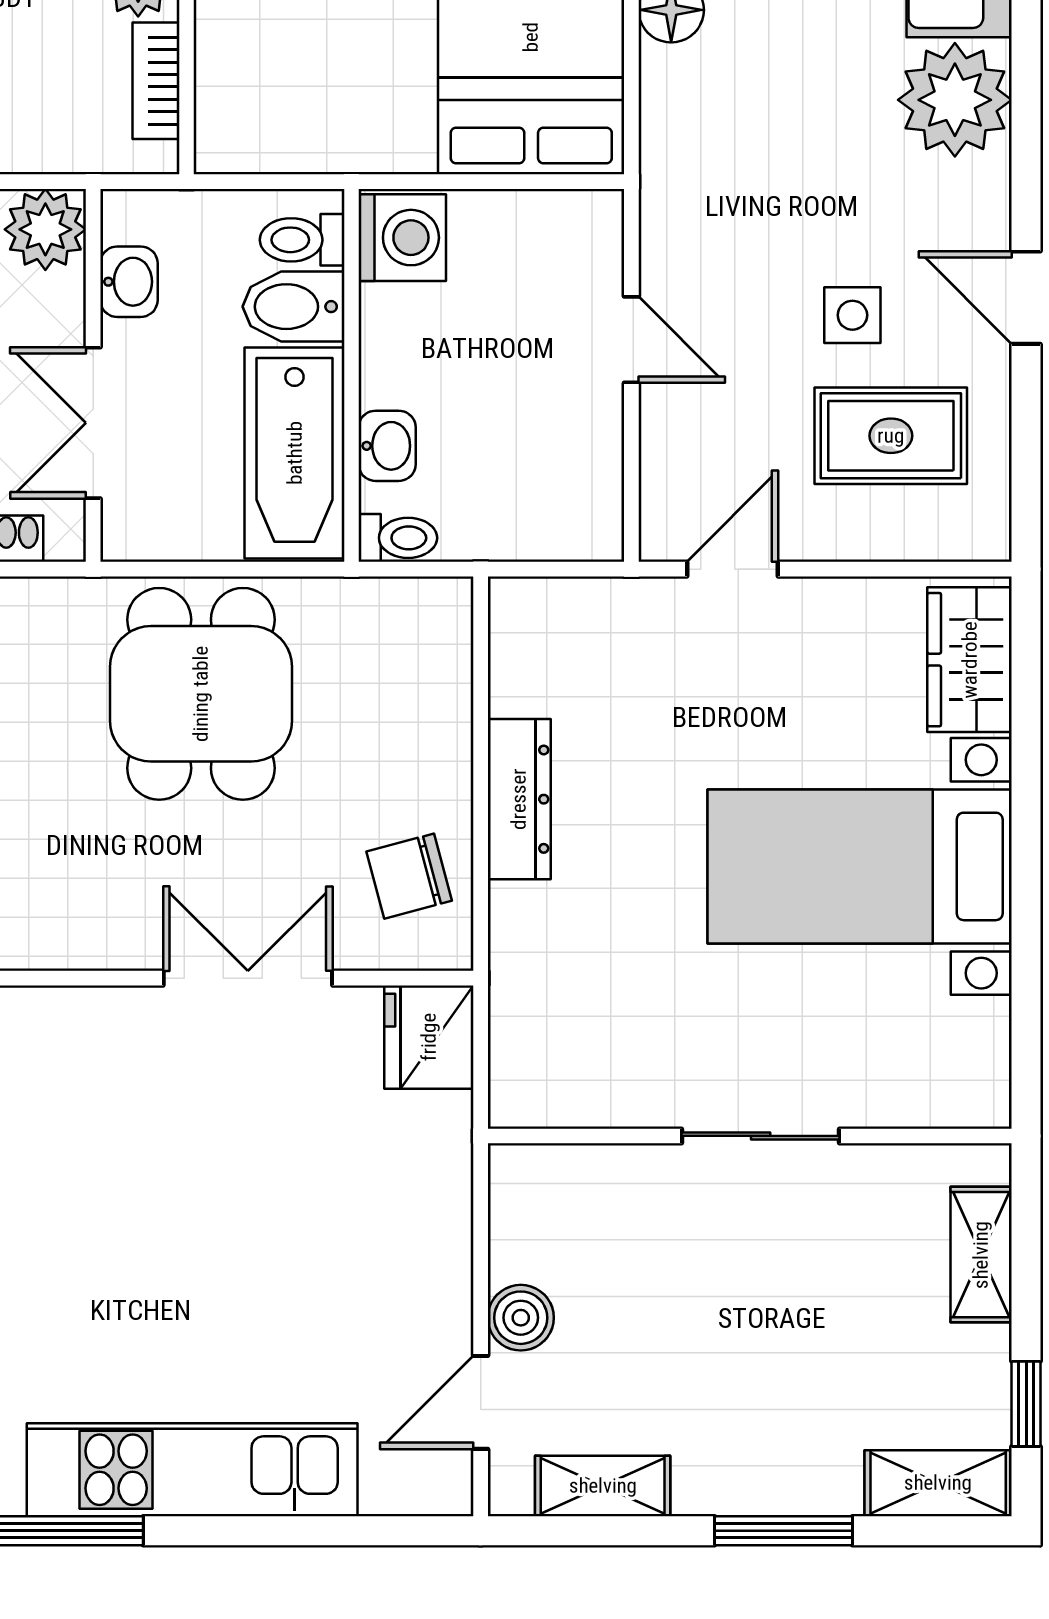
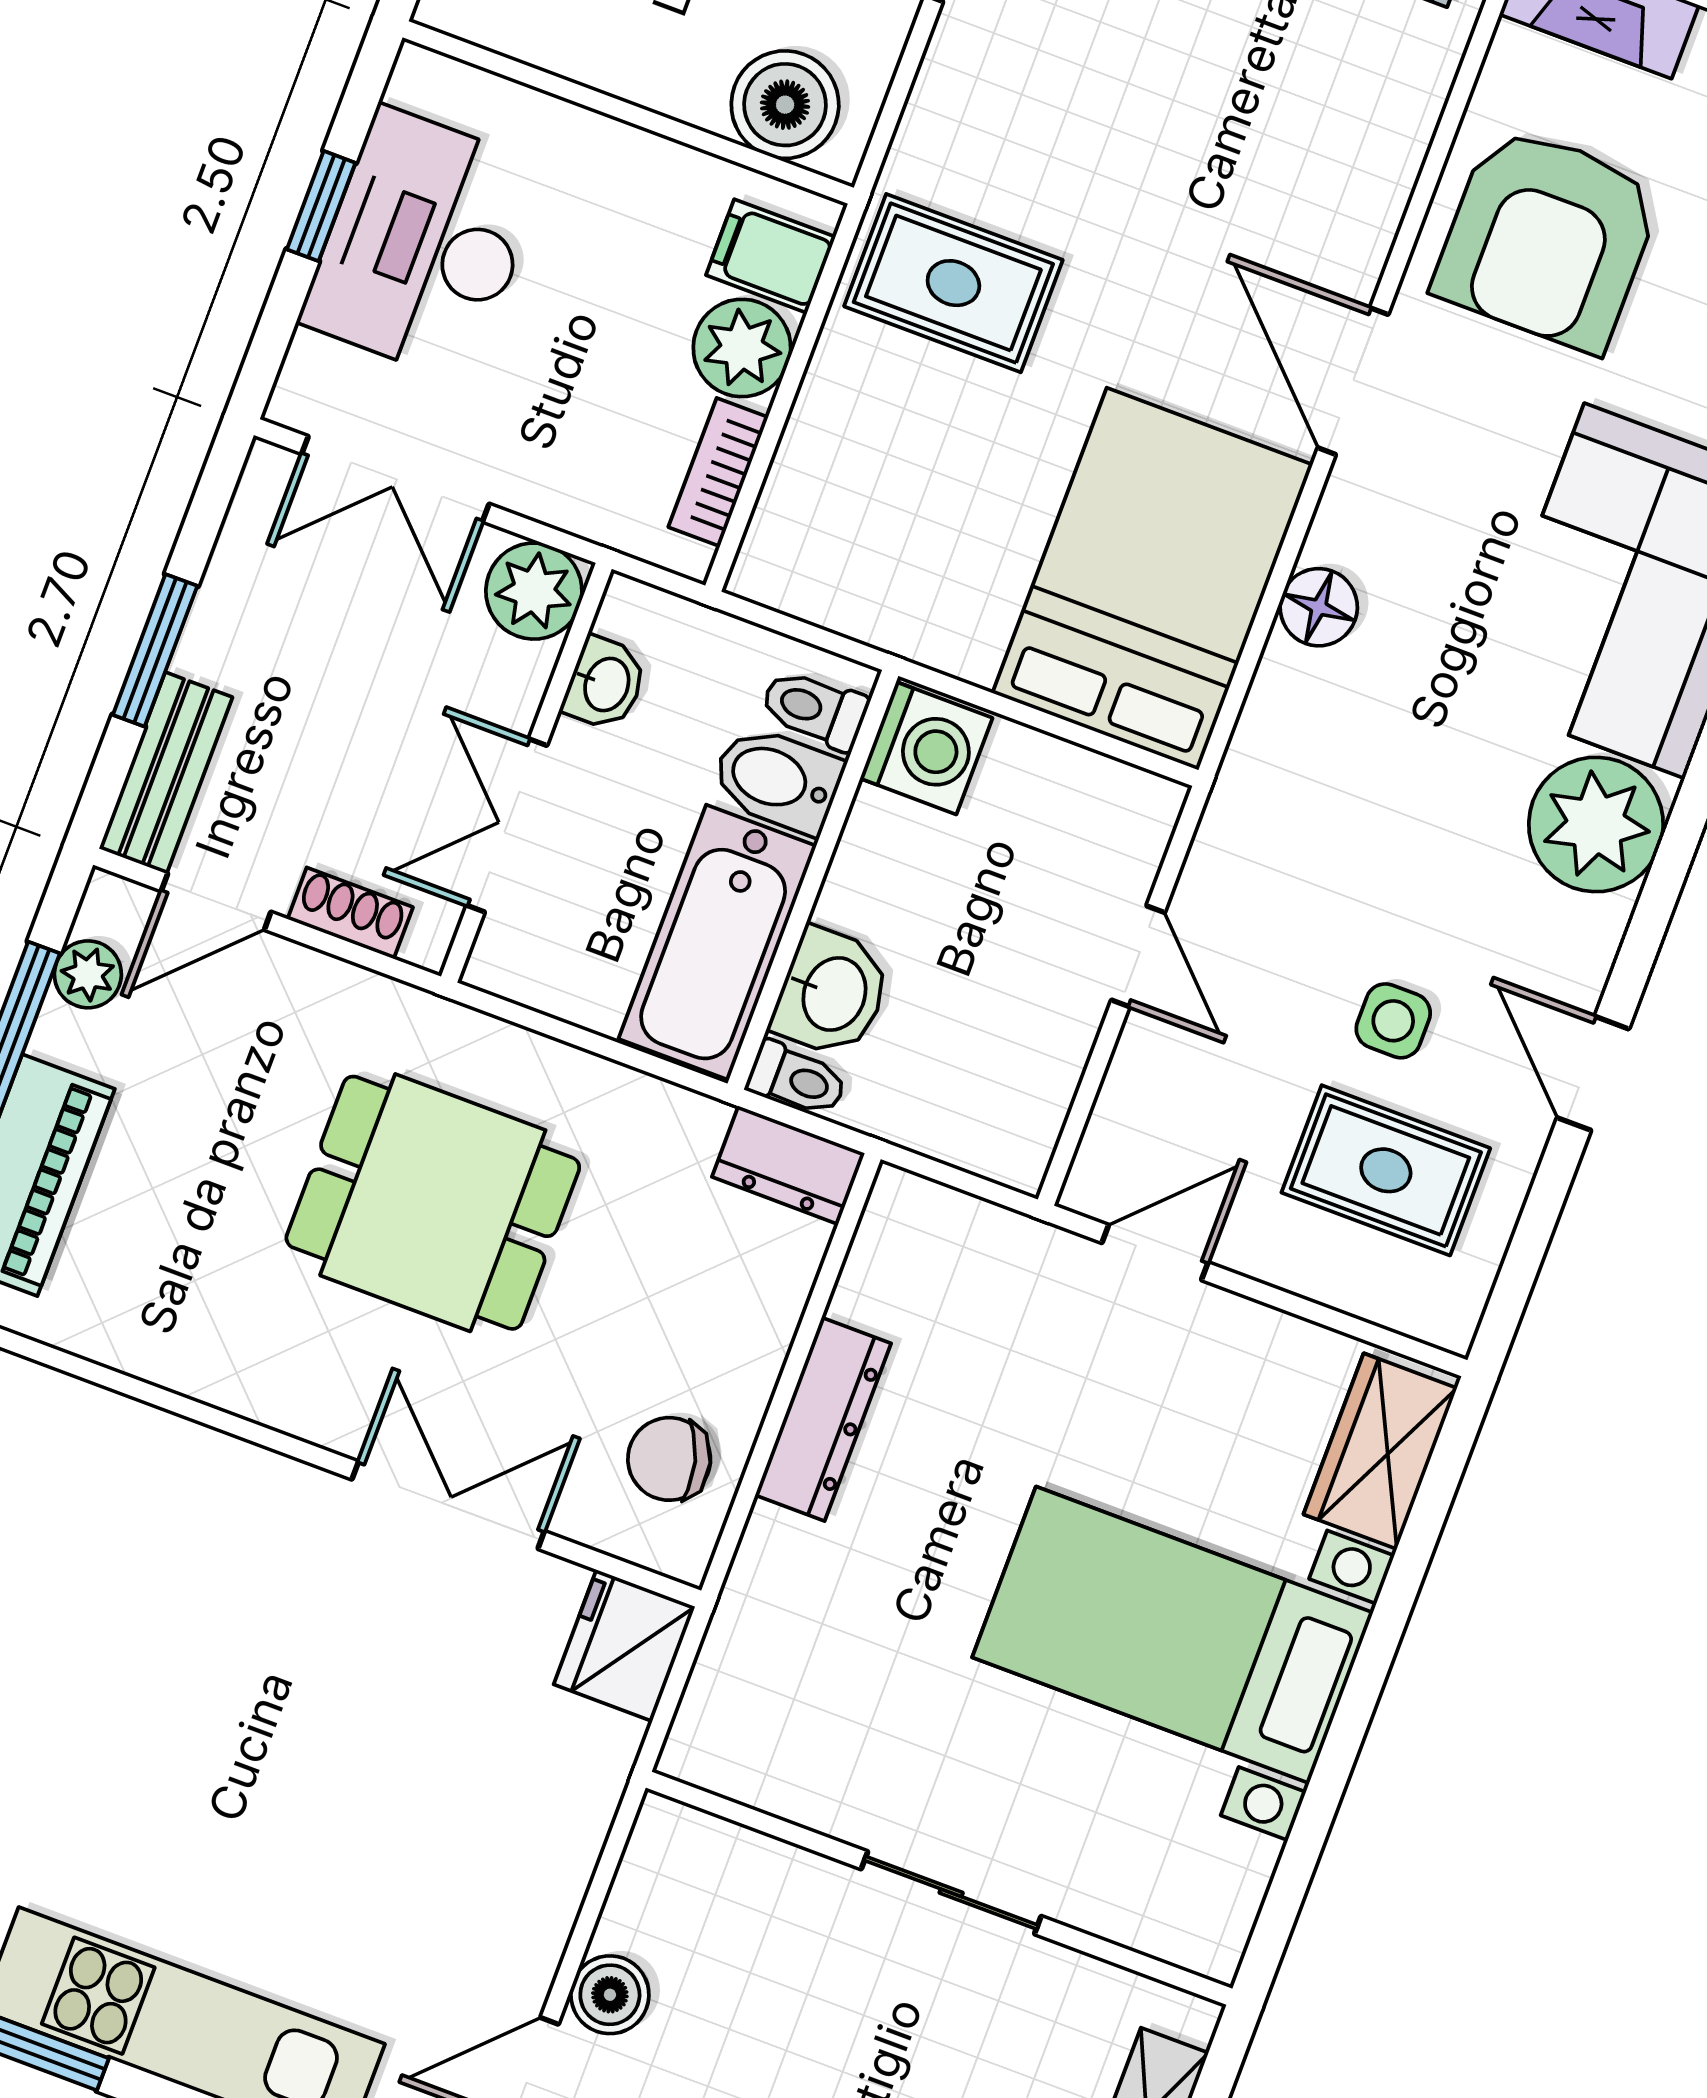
washbasin: (387, 446) -> (832, 993), width x1.38, depth x1.45
dresser: (416, 608) -> (788, 1165), added
dining table: (201, 694) -> (433, 1203), moved, turned 90

